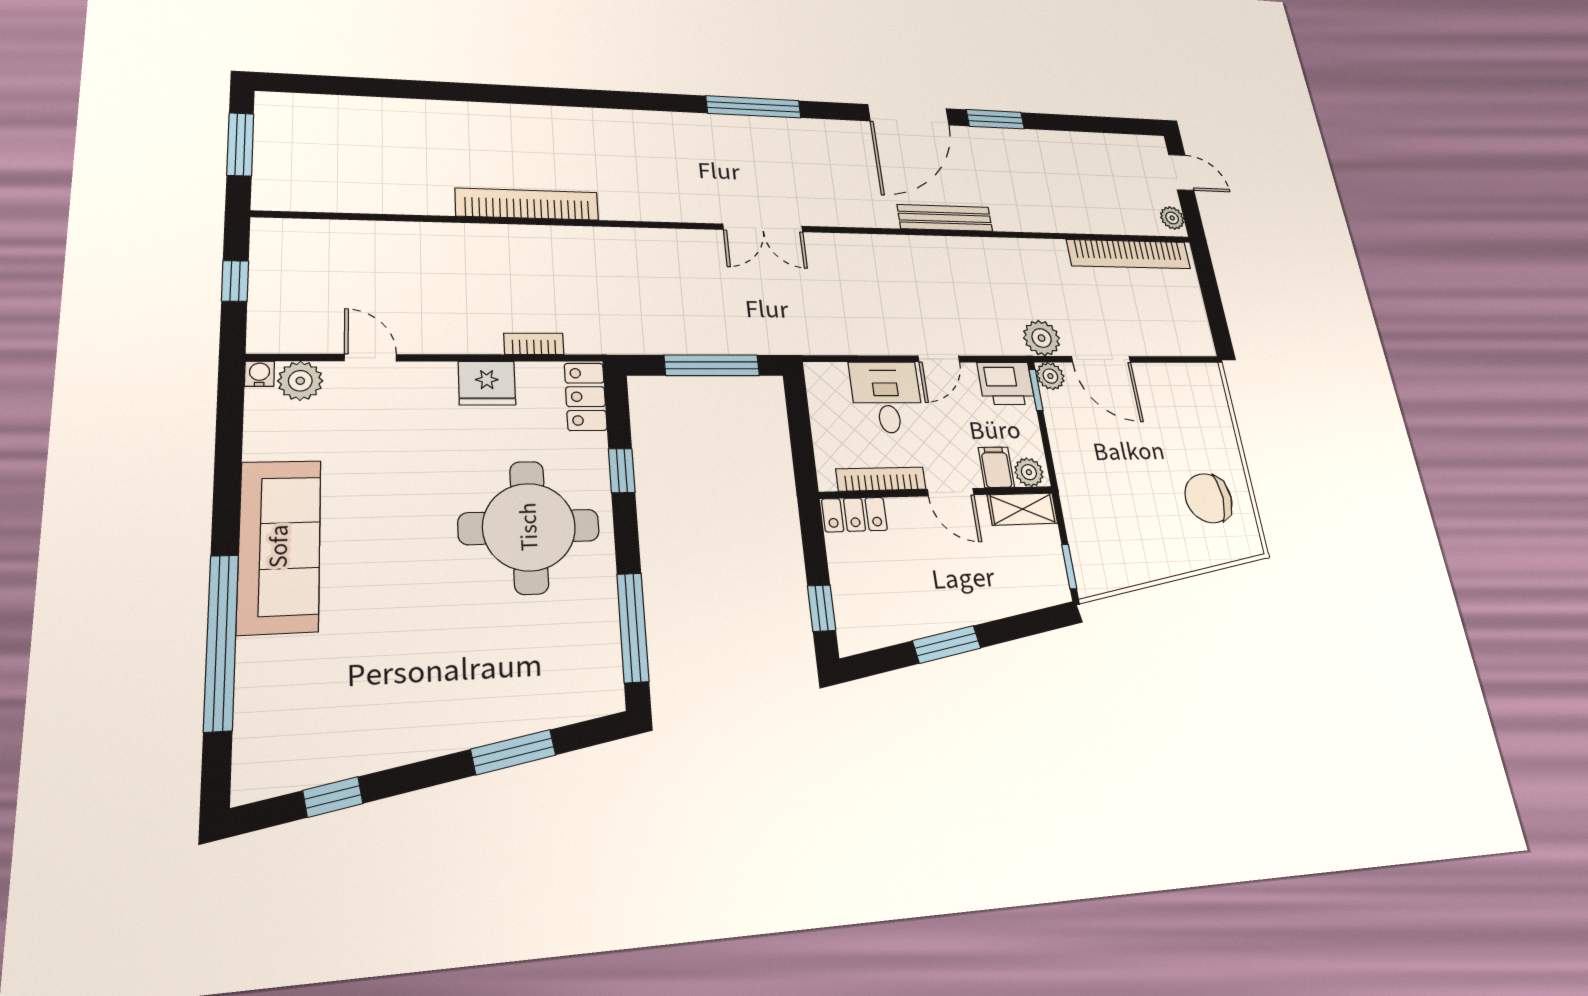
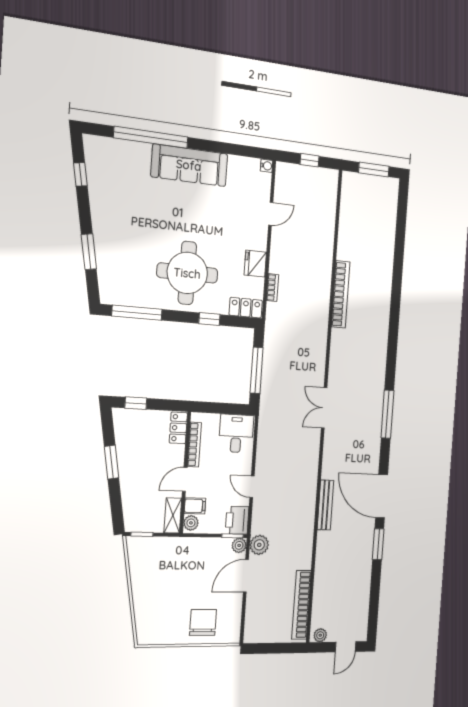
plant: (300, 381) -> (262, 182), removed
desk: (887, 397) -> (236, 434), moved, turned -90
chair: (1208, 498) -> (203, 622), moved

